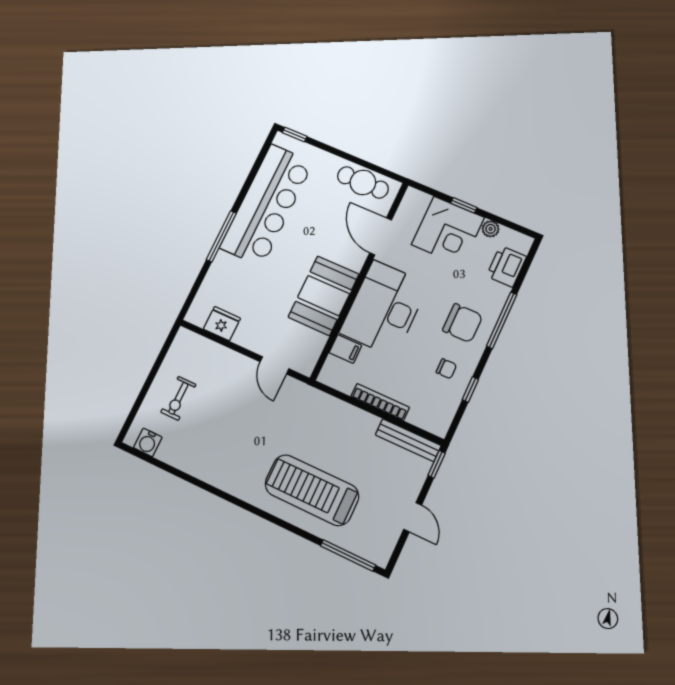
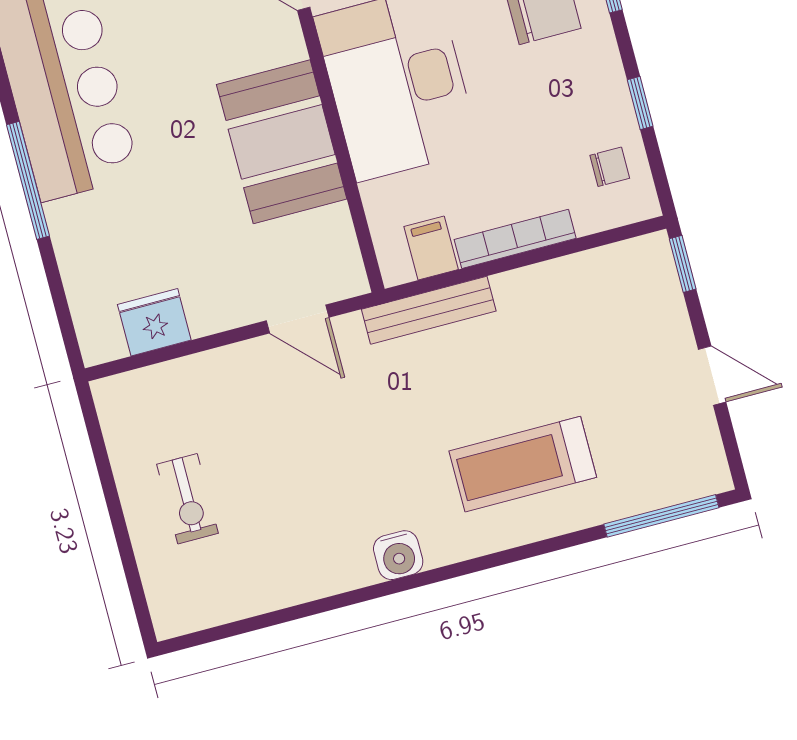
filing cabinet: (345, 349) -> (431, 248), moved, turned -90
chair: (446, 369) -> (610, 167), moved
bench: (408, 440) -> (429, 310), moved
water cooler: (148, 442) -> (398, 555), moved
treadmill: (312, 490) -> (523, 464), width x0.73, depth x0.73

